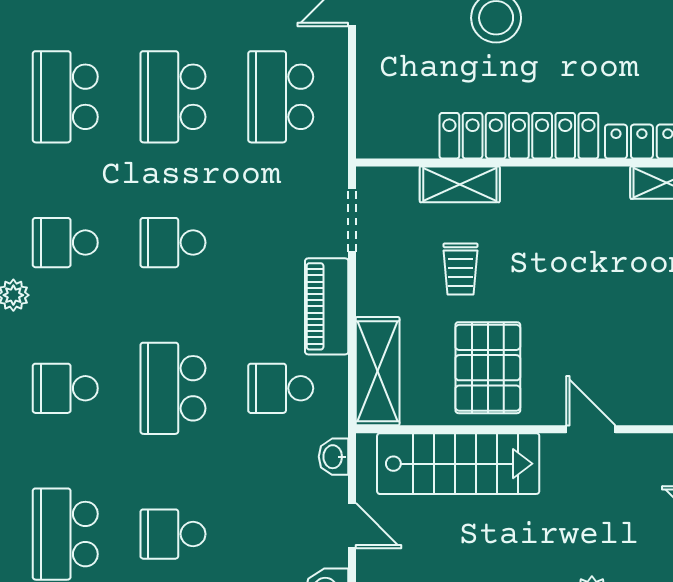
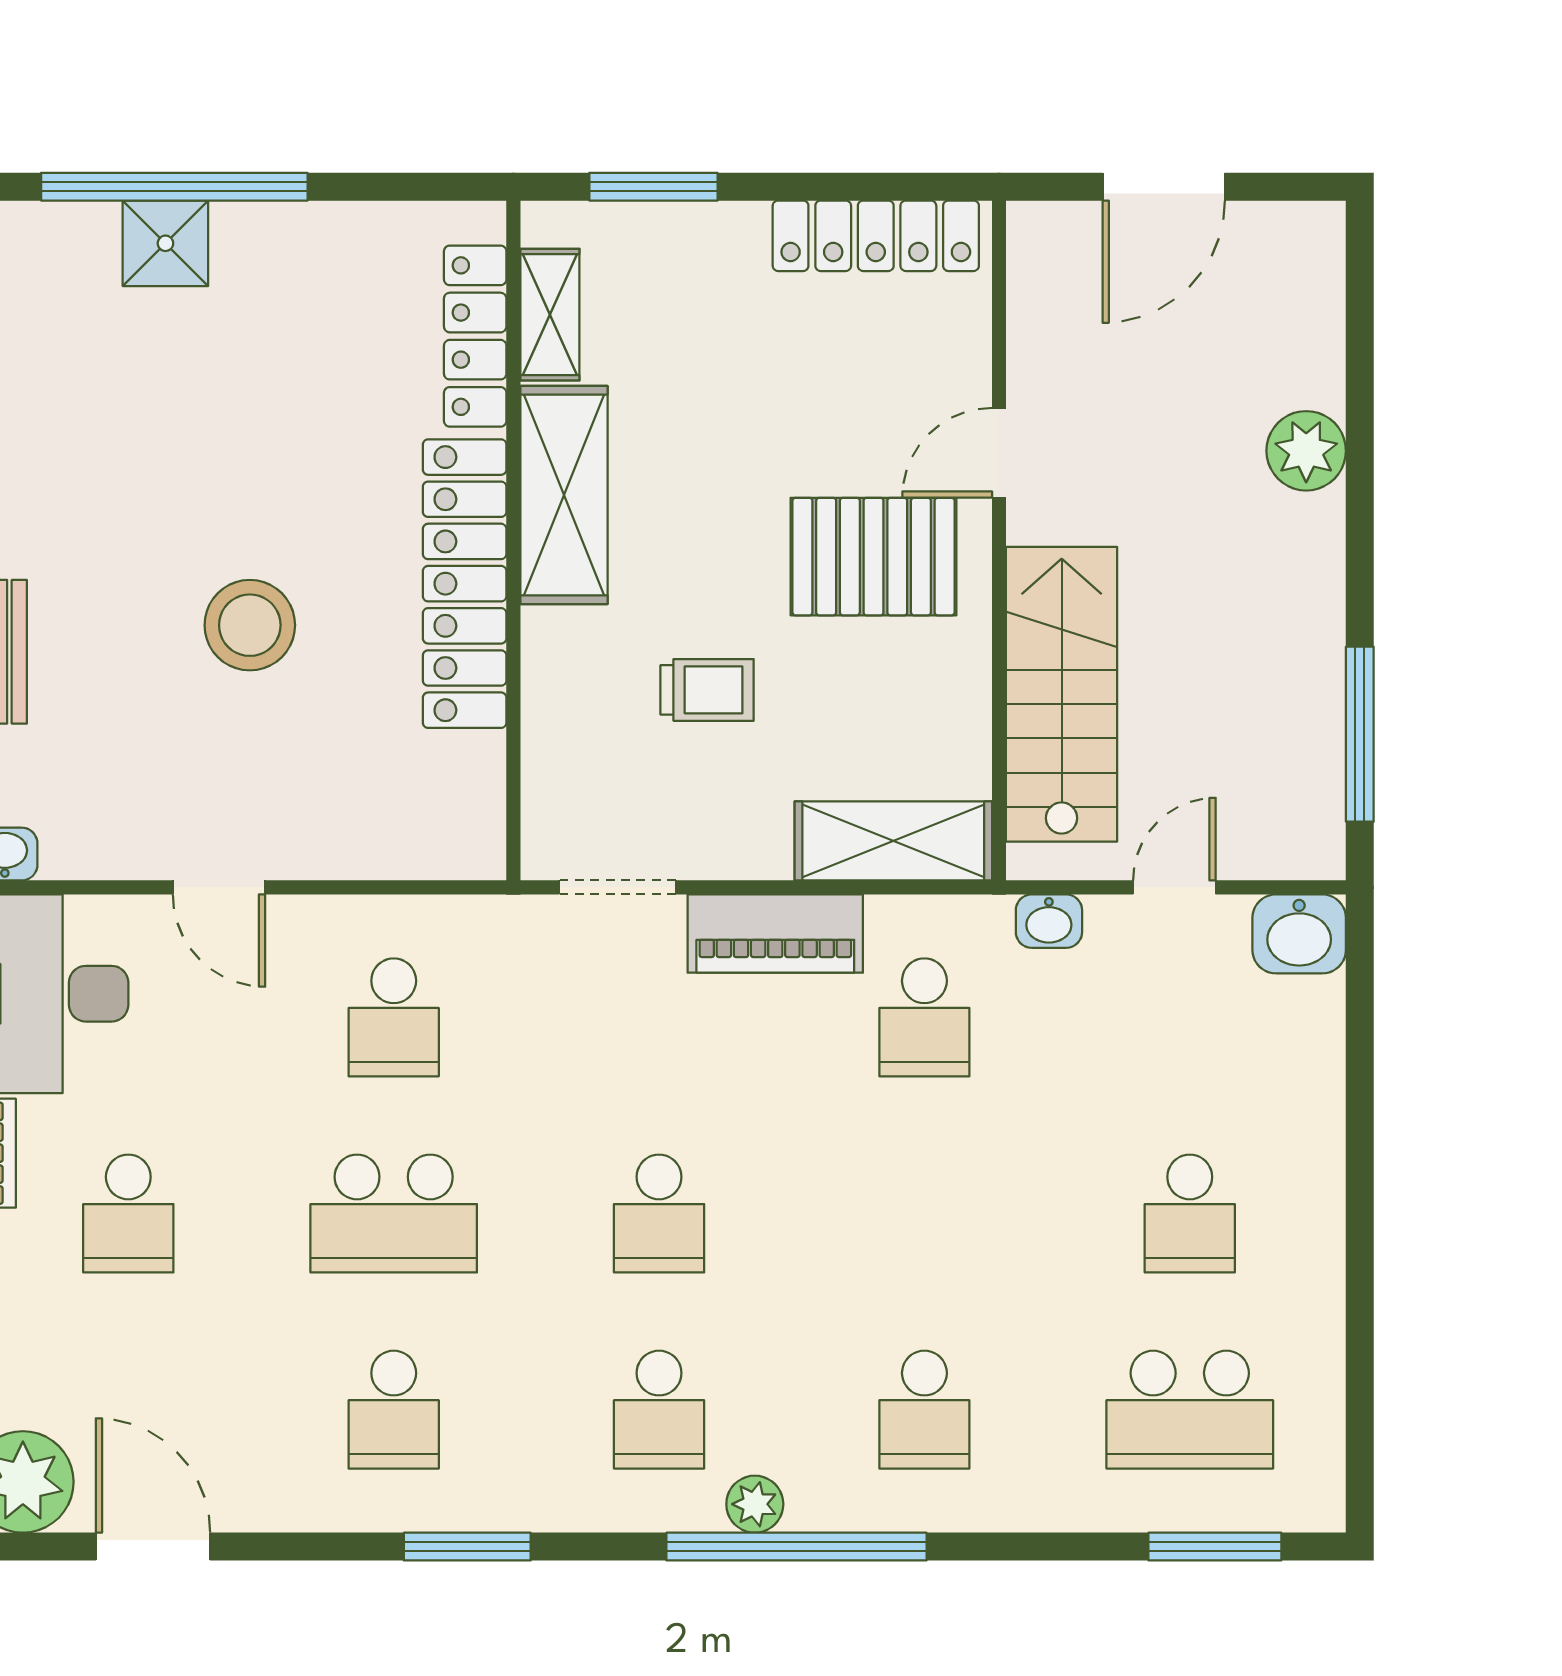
school desk: (65, 97) -> (394, 1410), width x0.54
school desk: (281, 97) -> (394, 1017), width x0.54
shelving: (460, 184) -> (564, 495), moved, width x1.50, depth x1.33
pallet: (488, 368) -> (874, 557), moved
school desk: (173, 388) -> (924, 1213), removed

